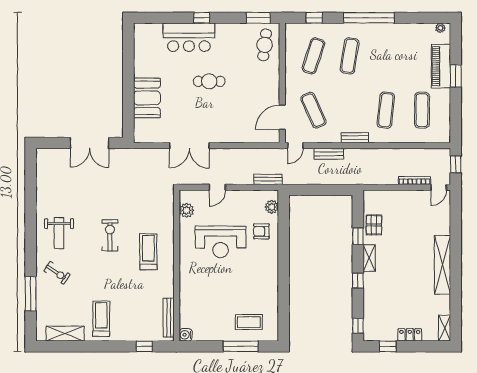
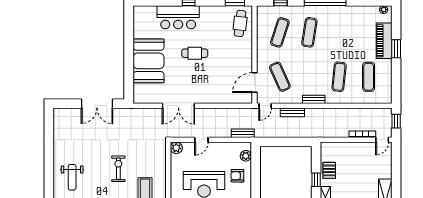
booth: (147, 98) -> (148, 61), width x1.36, depth x1.42
plant: (187, 210) -> (176, 148), moved
exercise bike: (110, 235) -> (118, 169), moved

